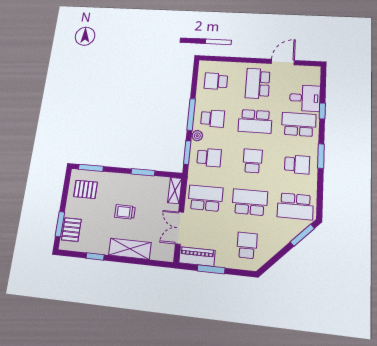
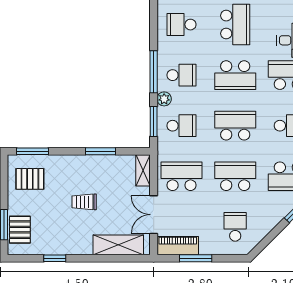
school desk: (258, 84) -> (235, 25), turned 180
school desk: (253, 161) -> (235, 126), width x1.85
shelving: (130, 249) -> (118, 245), moved

